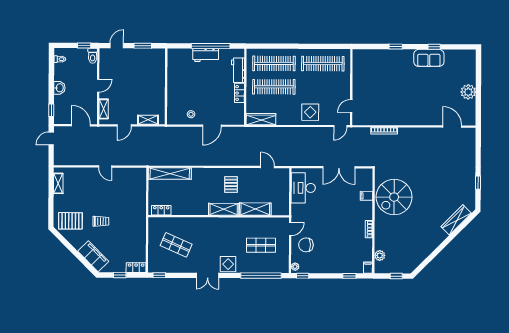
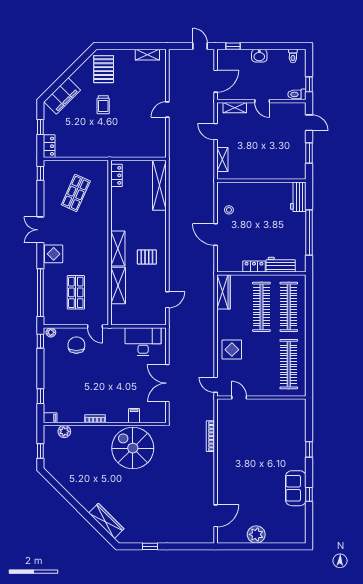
workbench: (206, 55) -> (298, 197), moved

